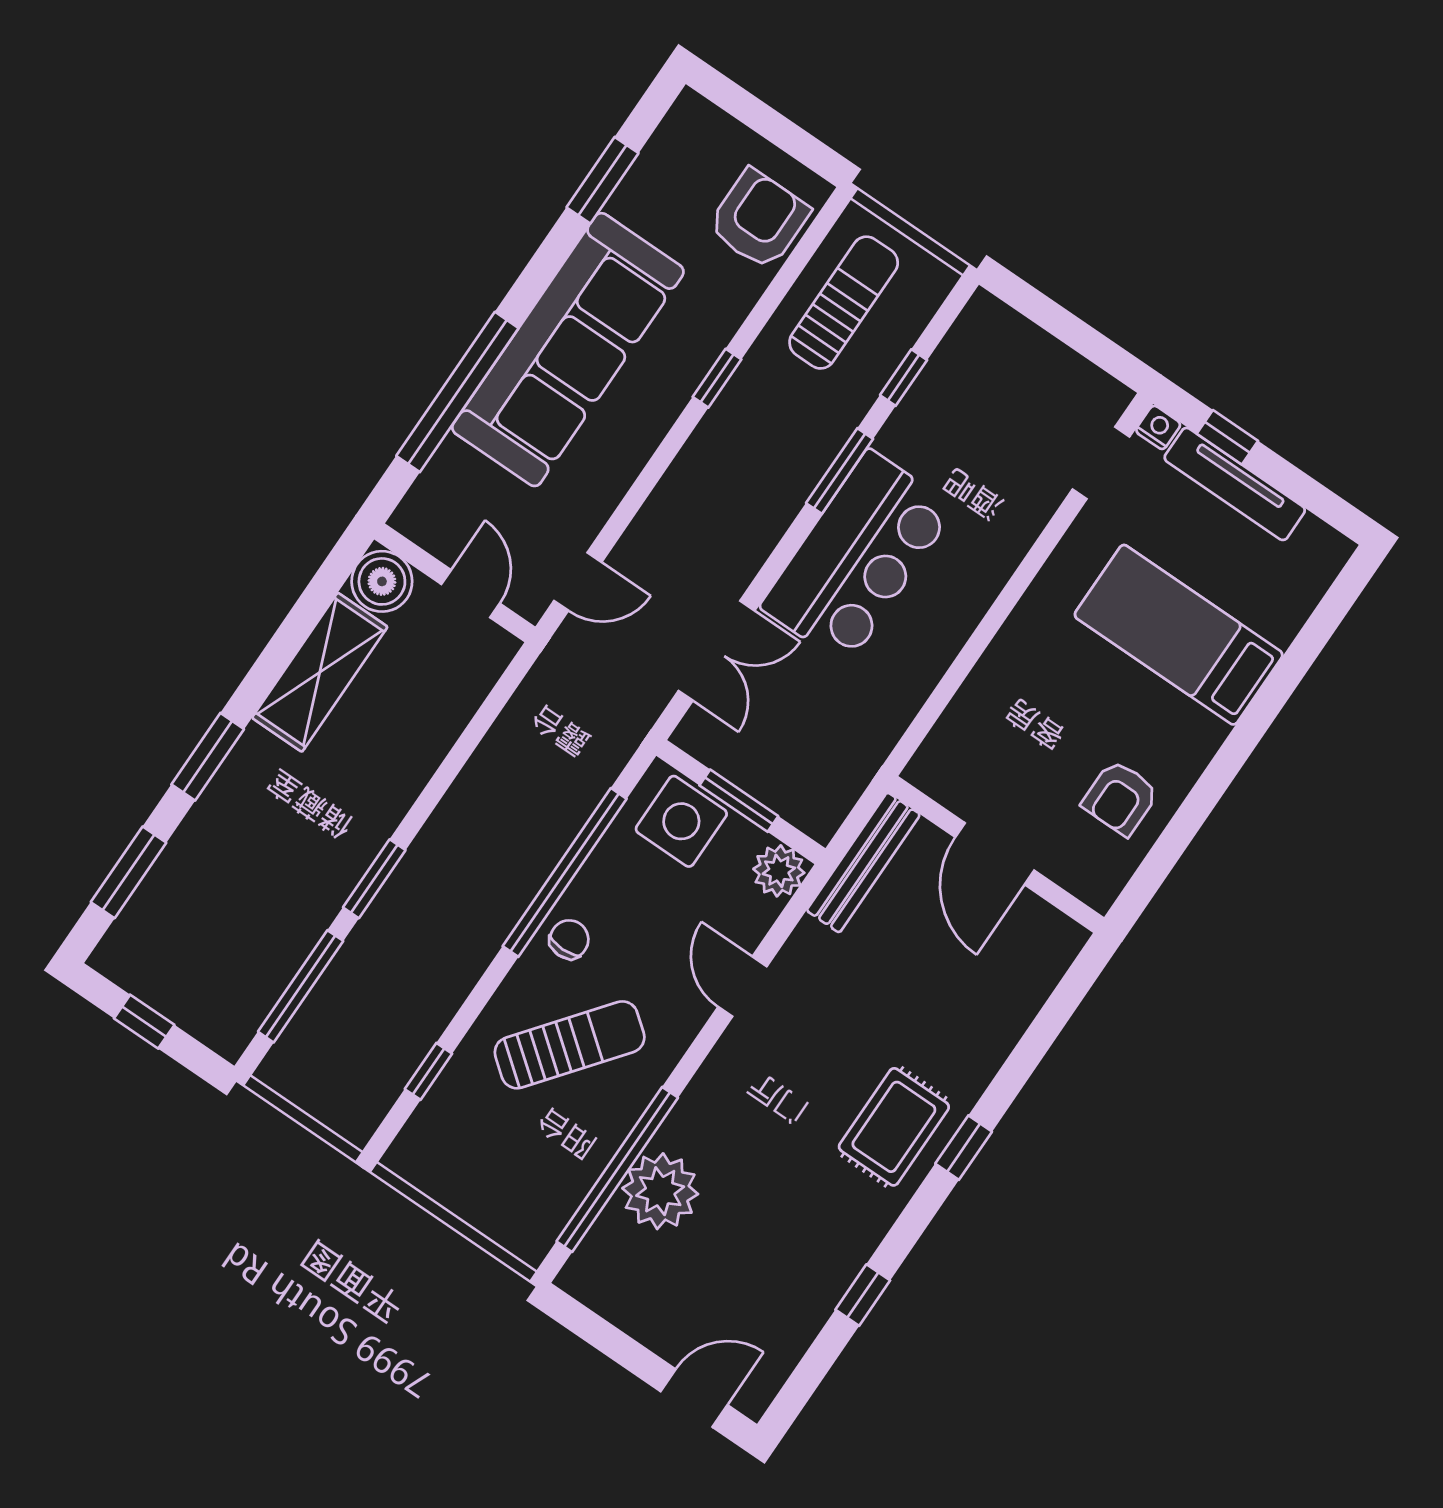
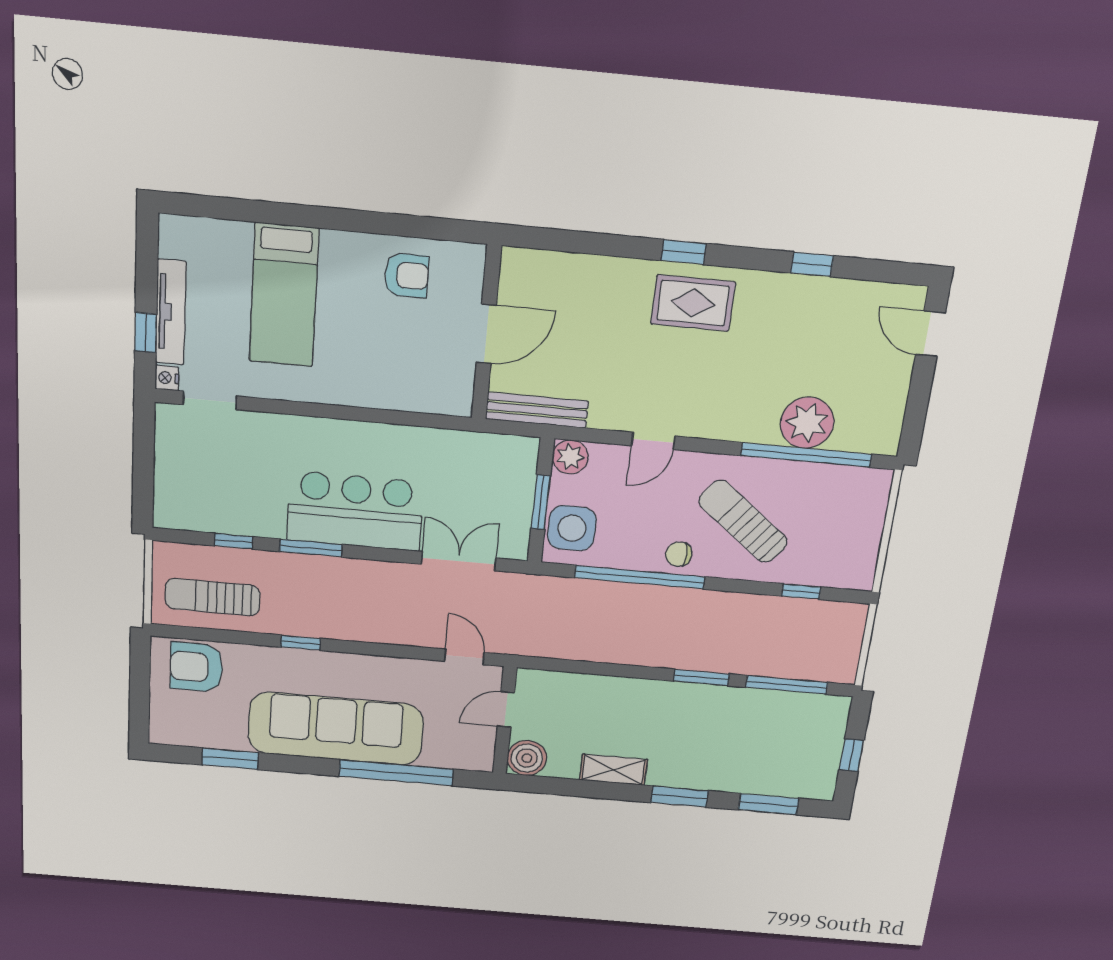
shelving: (320, 672) -> (613, 770), width x0.67, depth x0.75

